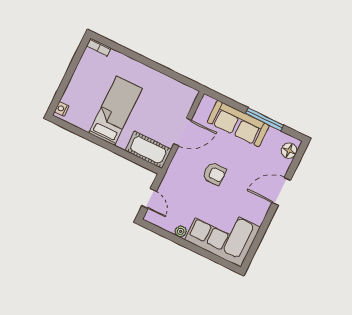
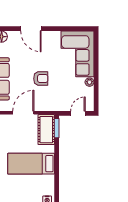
door: (183, 132) -> (23, 113), hinge flipped
window: (144, 163) -> (57, 128), added
armchair: (214, 174) -> (41, 79), turned 90

